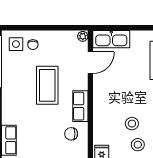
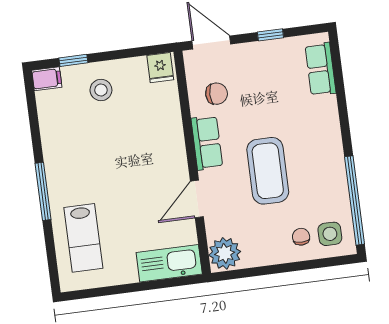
plant: (83, 36) -> (225, 253), width x1.87, depth x1.87
door: (90, 63) -> (197, 199), moved
stool: (132, 124) -> (116, 124), removed

